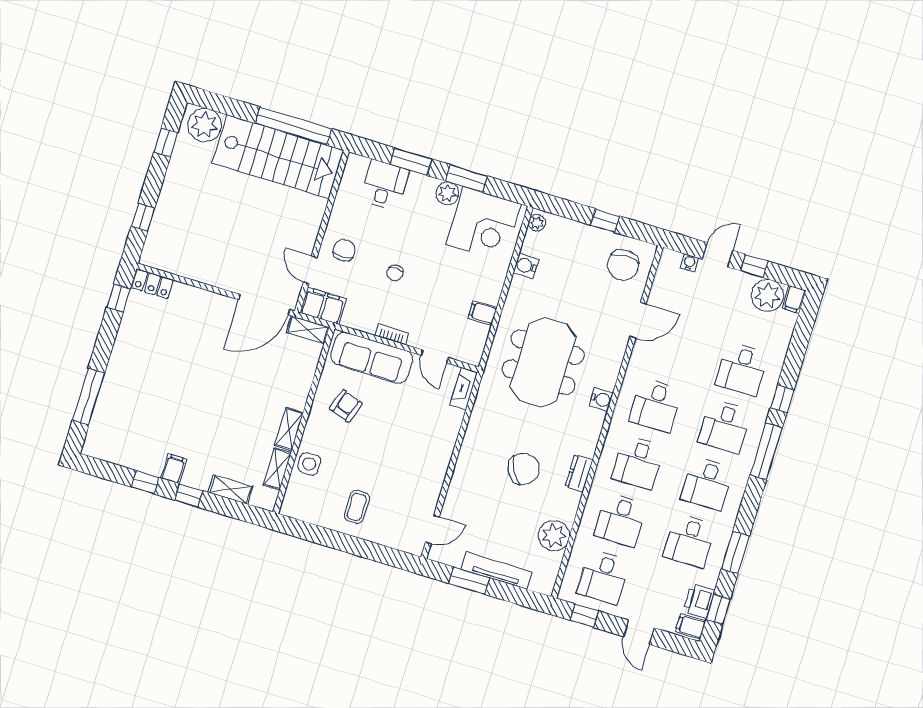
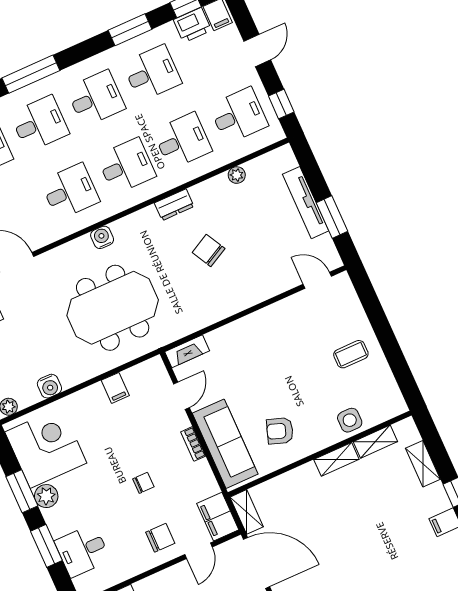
chair: (344, 250) -> (160, 538), turned 180
chair: (524, 469) -> (209, 250), width x0.73, depth x0.73
plant: (554, 536) -> (237, 175), width x0.53, depth x0.53

